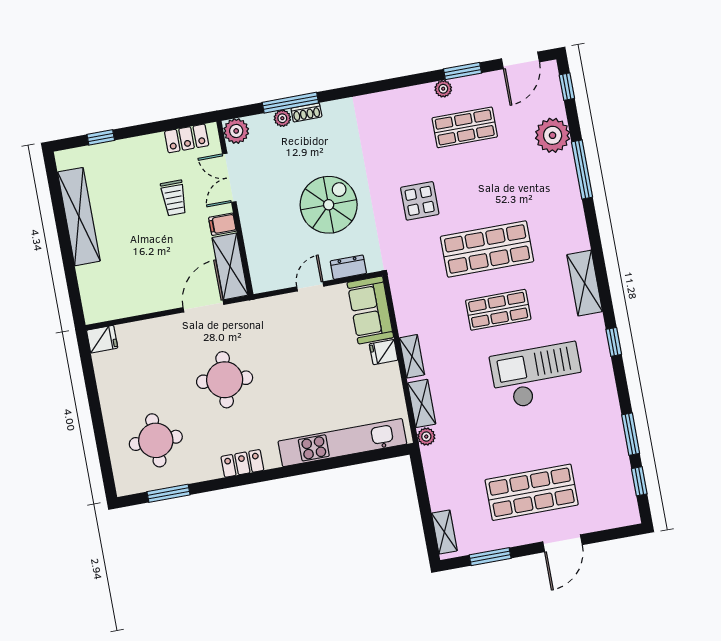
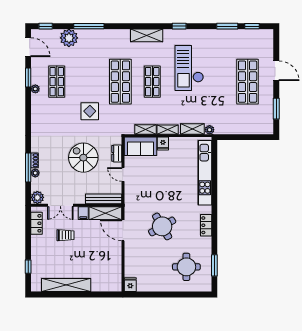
bench: (257, 258) -> (104, 199), added
round table: (225, 380) -> (162, 226), turned -35
shelving: (444, 532) -> (146, 129), moved

